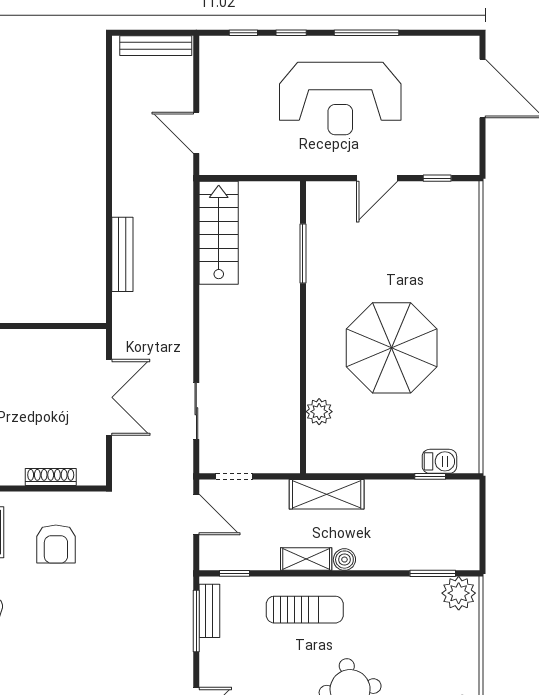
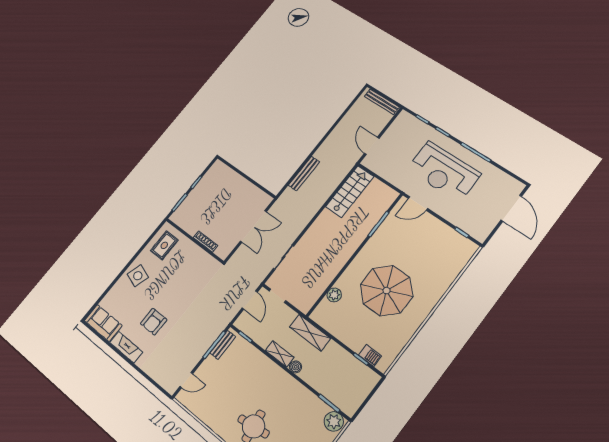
door: (377, 178) -> (418, 203), moved
armchair: (56, 544) -> (154, 322), moved
sun lounger: (305, 610) -> (262, 376), removed

